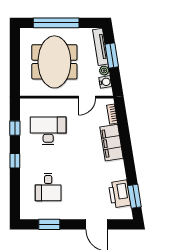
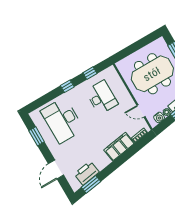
desk: (48, 187) -> (62, 120), width x1.87, depth x1.30

